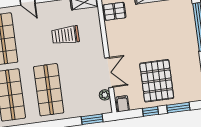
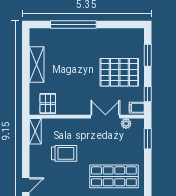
trolley: (65, 35) -> (64, 153), turned -90
window: (151, 111) -> (148, 94), moved

